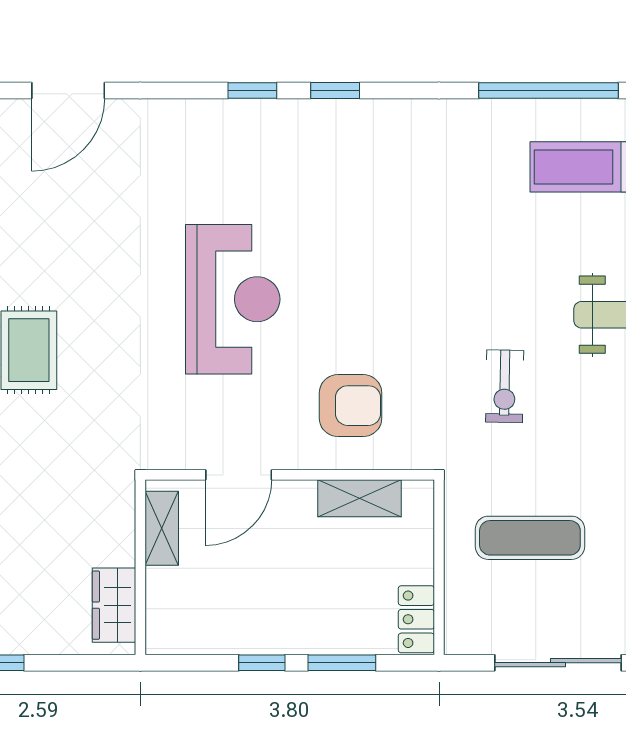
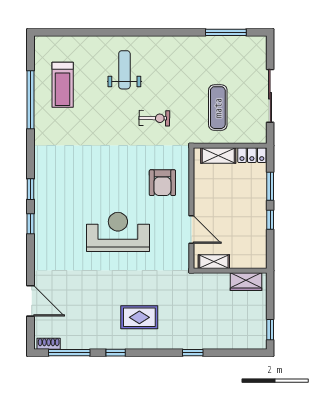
armchair: (351, 406) -> (162, 183), turned 180
shelving: (359, 498) -> (218, 155), moved, turned 90

